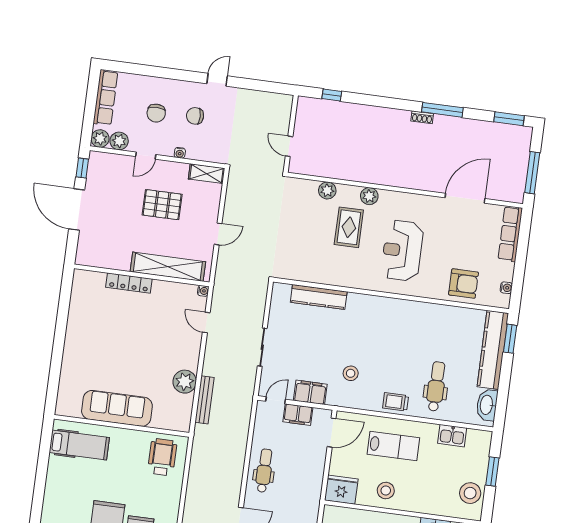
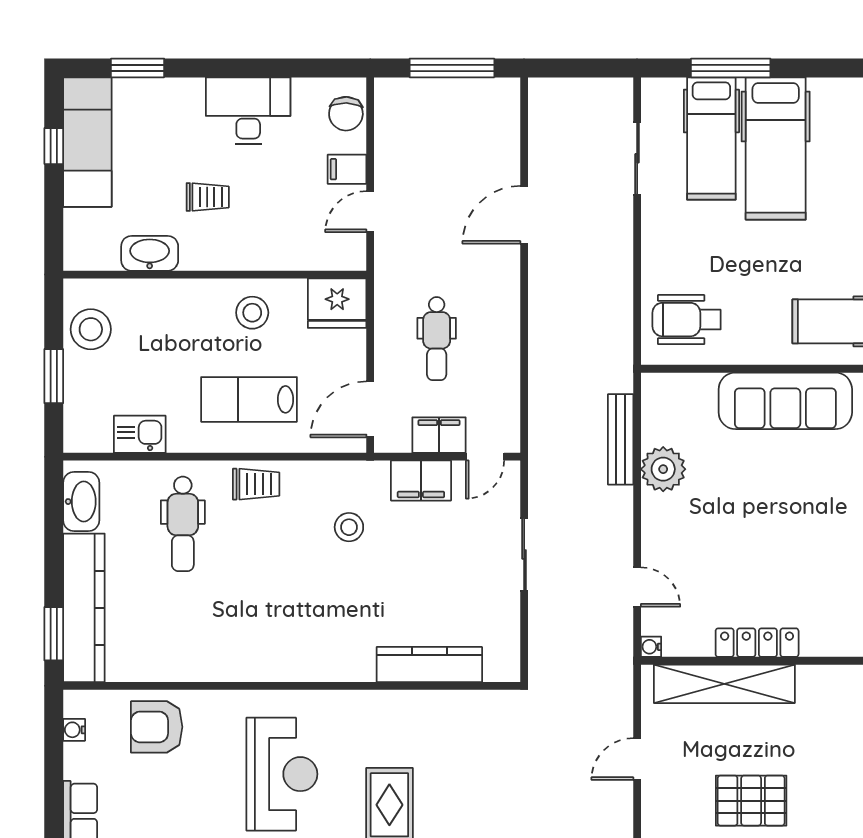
locker: (129, 283) -> (757, 643), moved
wheelchair: (162, 457) -> (687, 320), turned 90
dental chair: (264, 471) -> (437, 339), moved

